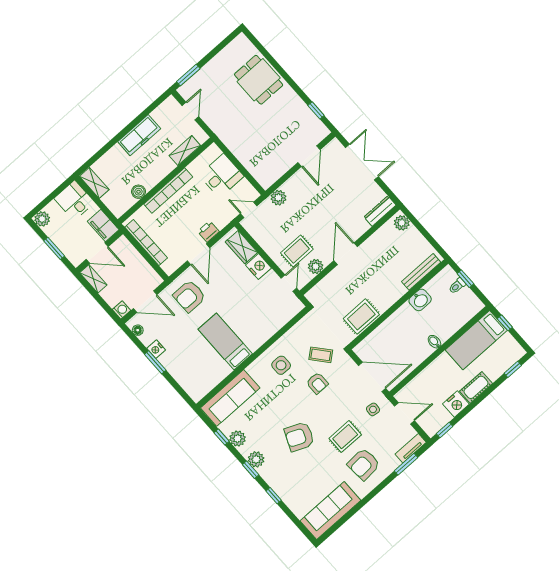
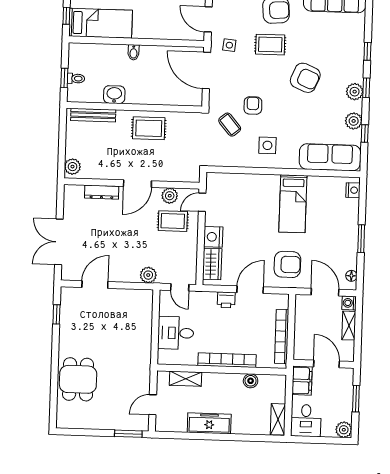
dresser: (380, 211) -> (102, 192), moved
shelving: (93, 279) -> (349, 326), moved
rug: (361, 317) -> (149, 128), moved
nightstand: (156, 349) -> (353, 190), moved

